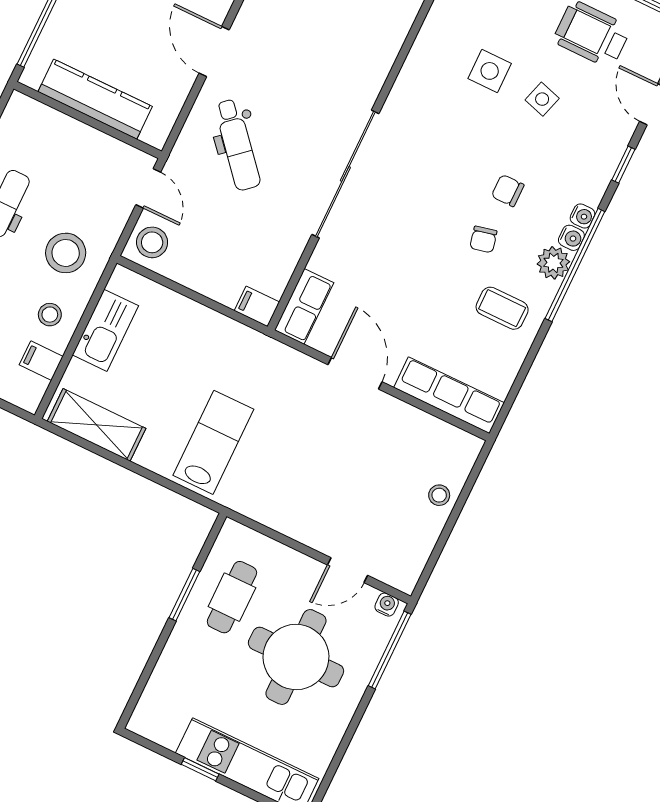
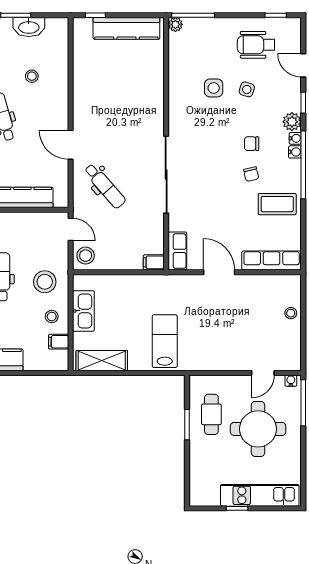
plant: (553, 263) -> (292, 122), moved
coffee table: (502, 308) -> (277, 204), width x1.36, depth x1.30

